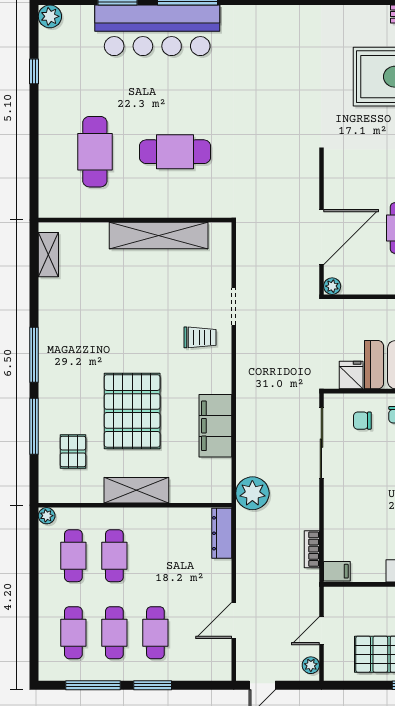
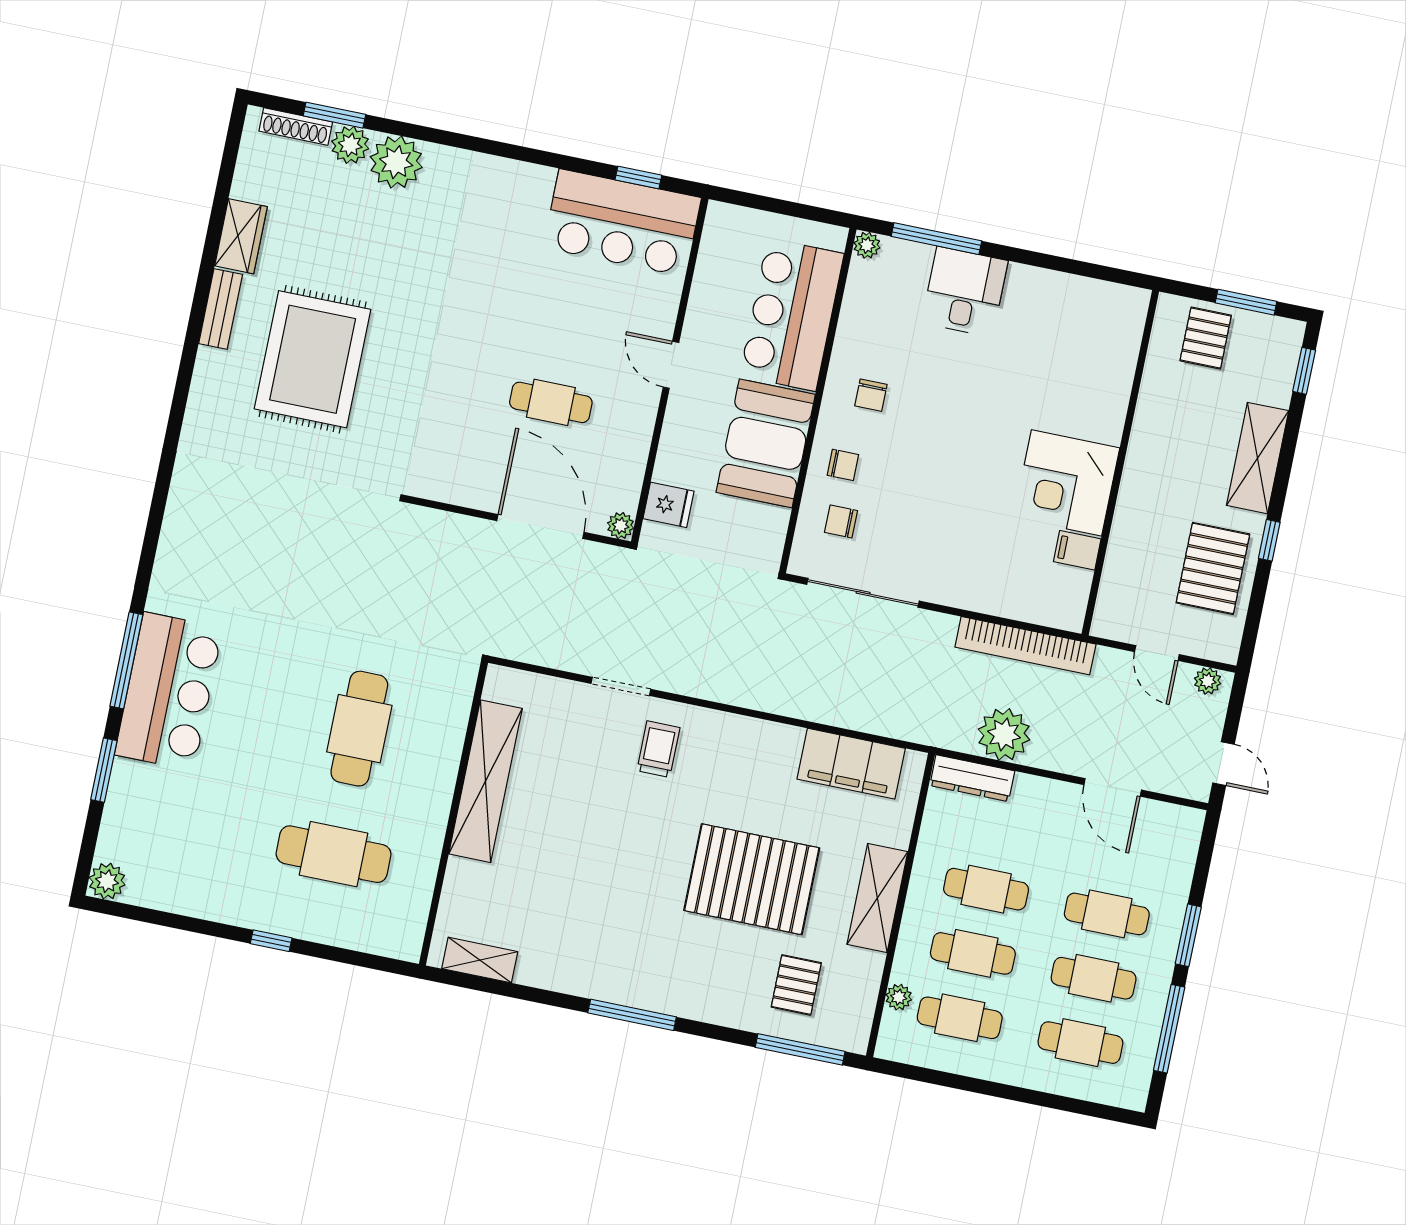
bar counter: (157, 30) -> (169, 691), width x0.73
window: (34, 71) -> (271, 941), moved
fridge: (351, 375) -> (668, 505), moved, turned 180
chair: (362, 421) -> (841, 521), turned 90
window: (34, 426) -> (800, 1049), moved
filing cabinet: (215, 426) -> (851, 764), moved
pallet: (73, 451) -> (796, 985), turned 90
plant: (252, 493) -> (1004, 734), moved
plant: (47, 516) -> (899, 997), moved
bookcase: (312, 549) -> (1025, 646), width x2.31, depth x1.31
cafe table: (155, 556) -> (986, 889), added
filing cabinet: (337, 571) -> (1077, 550), moved, turned -90

